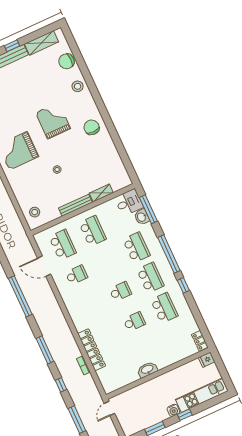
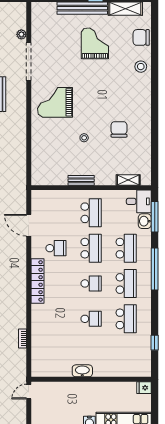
grand piano: (53, 121) -> (95, 43), moved
chair: (92, 127) -> (119, 129), moved
shelving: (101, 193) -> (128, 180), moved
bench: (75, 205) -> (81, 180), width x0.73
stool: (35, 212) -> (44, 169), removed
school desk: (63, 245) -> (91, 248), moved
window: (183, 285) -> (155, 343), moved
locker: (200, 341) -> (146, 367), removed
locker: (92, 350) -> (37, 281), moved

